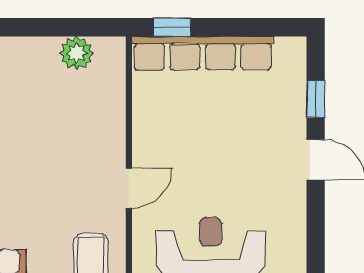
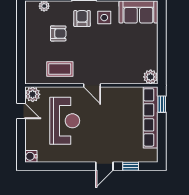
plant: (76, 53) -> (151, 77), moved

